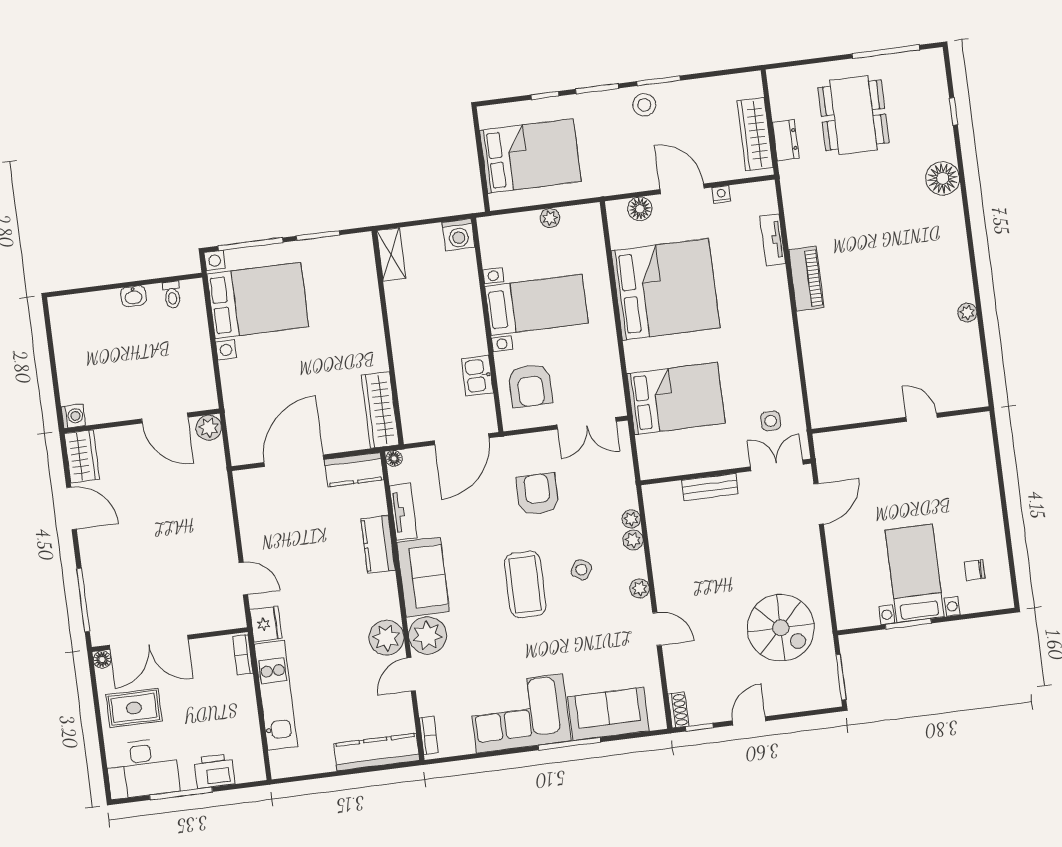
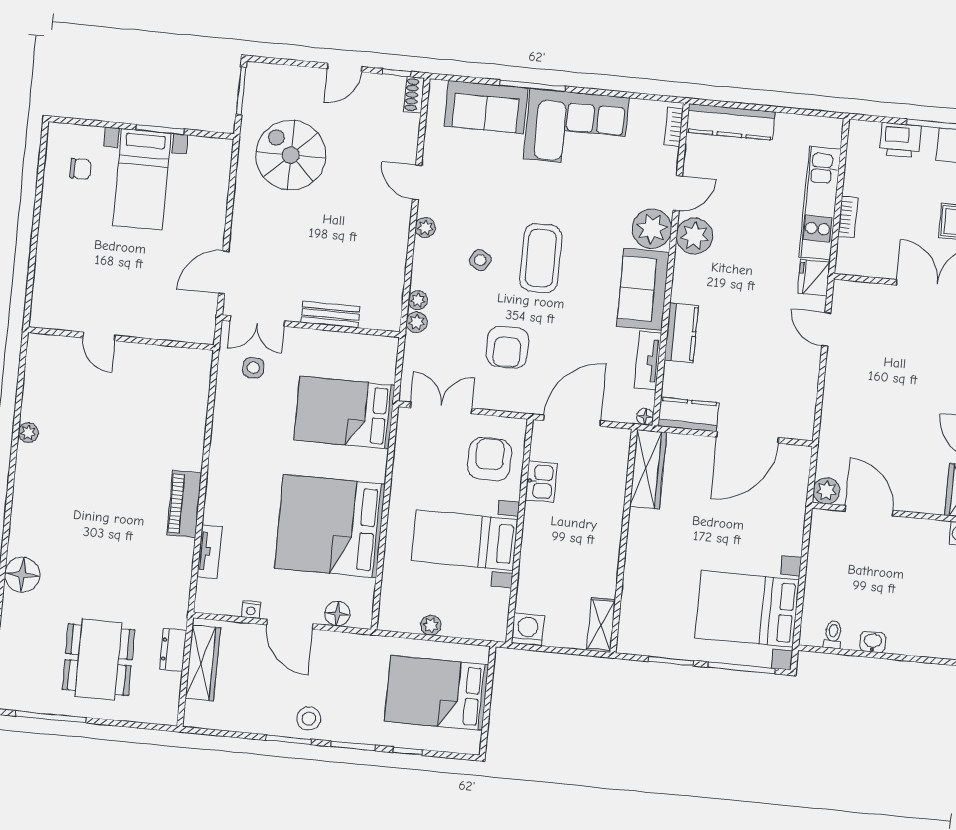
plant: (633, 540) -> (417, 322), moved
bookcase: (243, 655) -> (848, 217), moved

